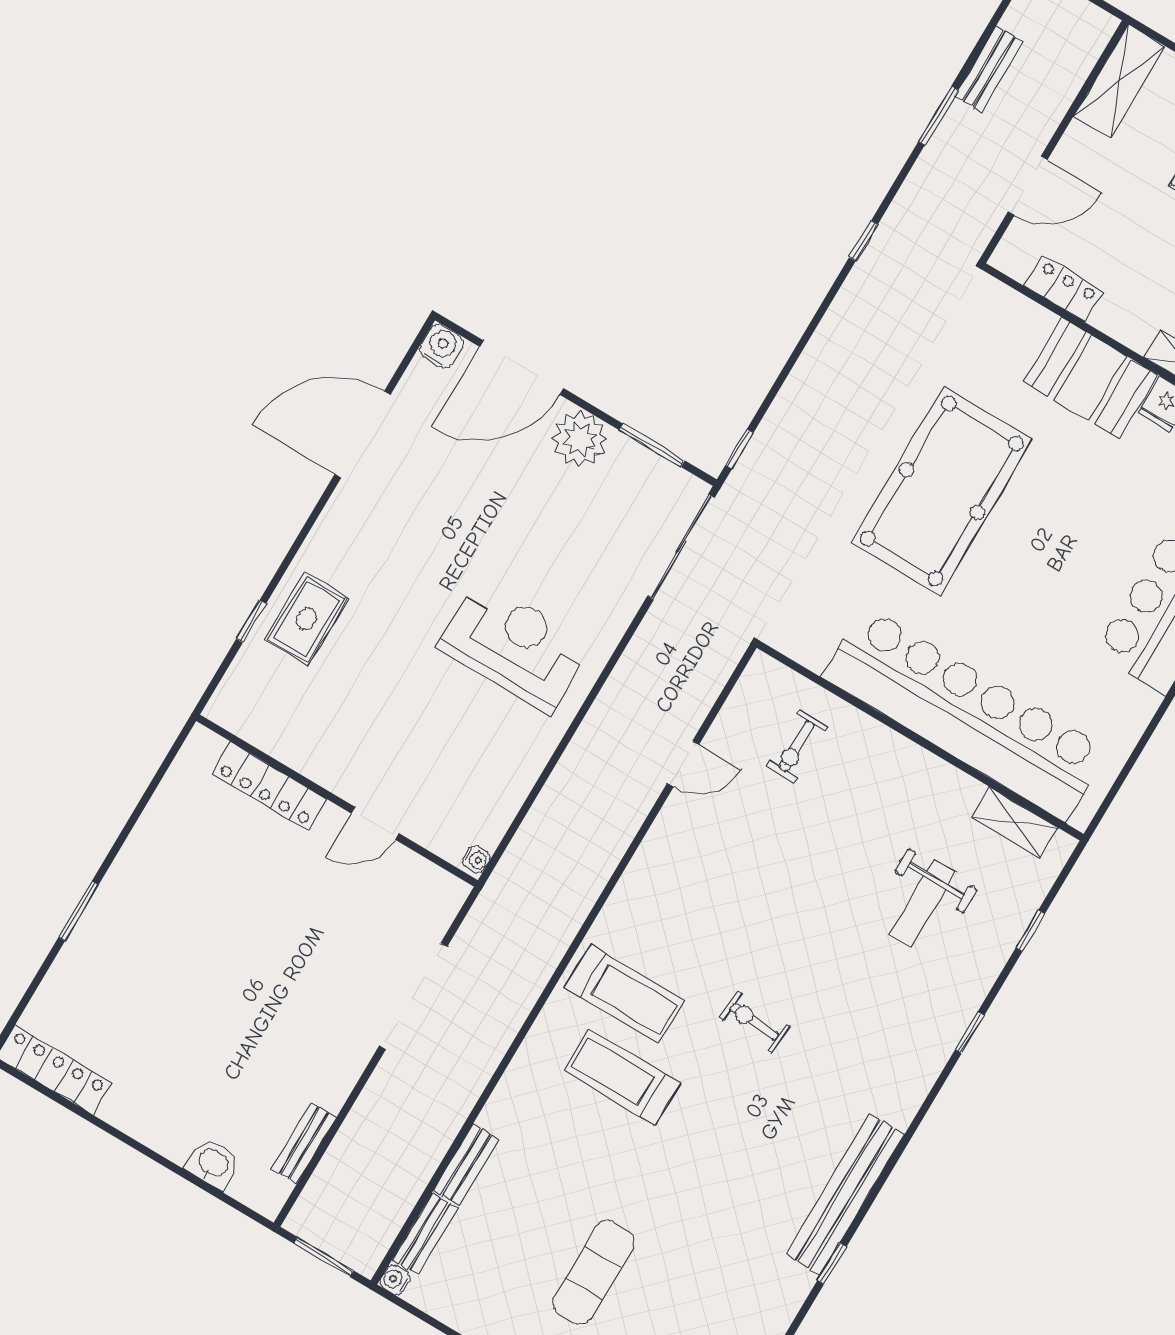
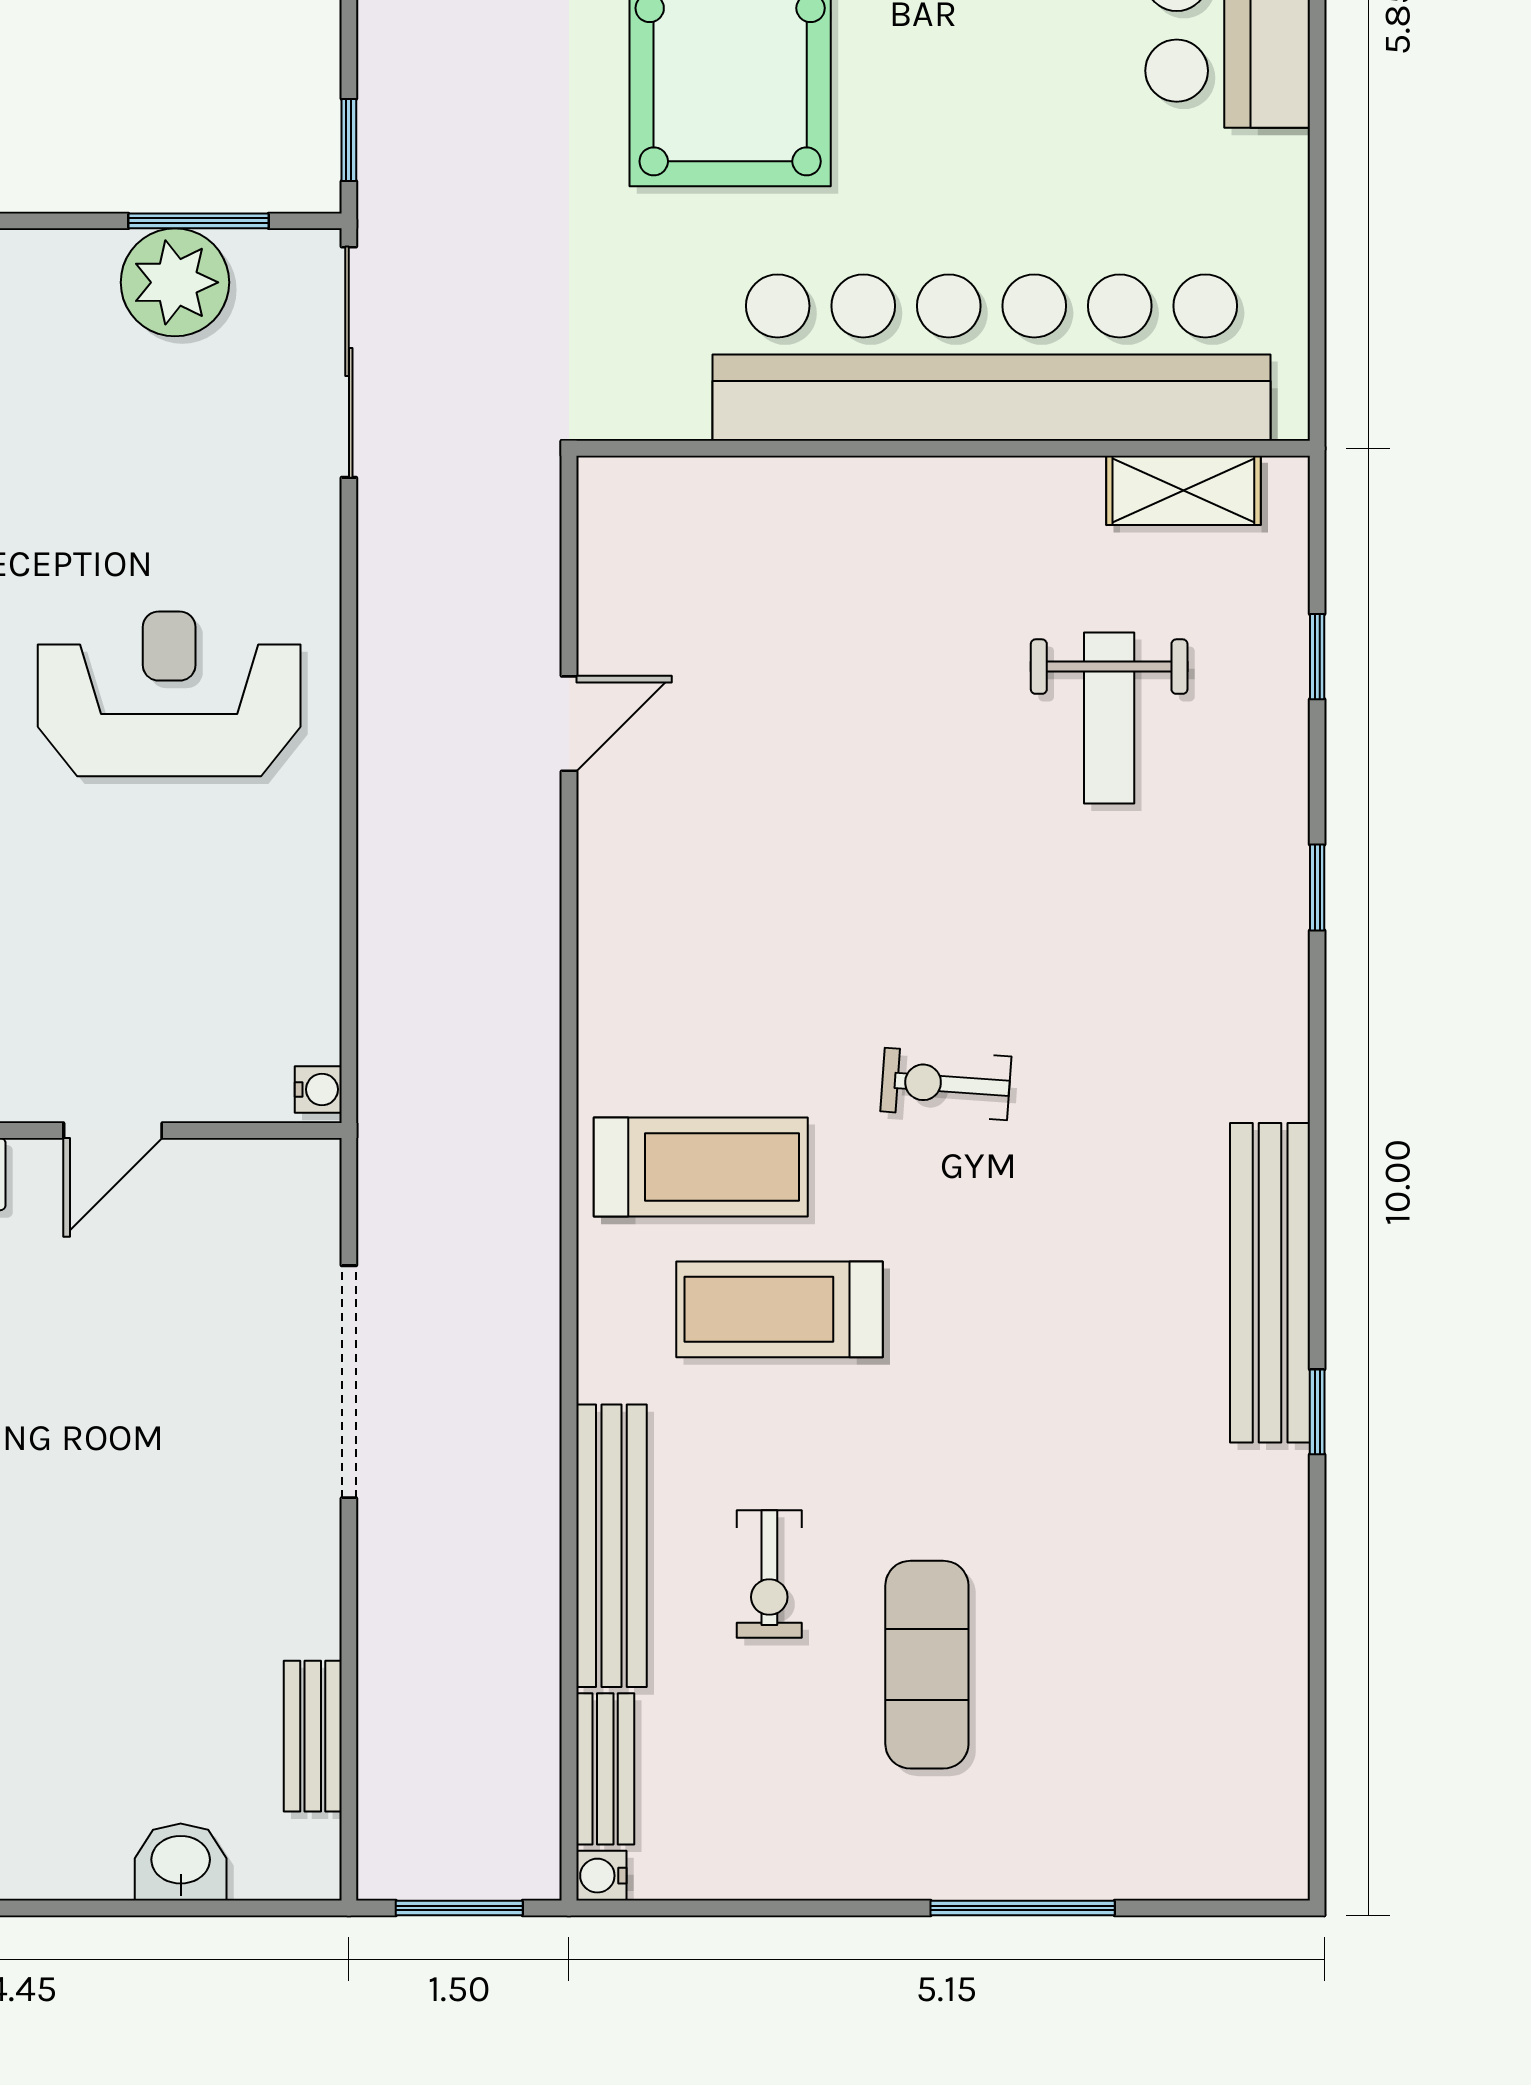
plant: (580, 439) -> (175, 282), moved
exercise bike: (797, 746) -> (769, 1574), moved
bench: (466, 1165) -> (611, 1546), width x1.86, depth x1.21

